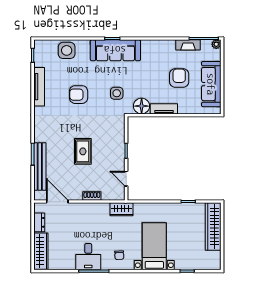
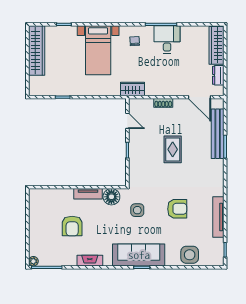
fireplace: (188, 45) -> (90, 261), moved
sofa: (211, 84) -> (39, 220), removed
wardrobe: (213, 227) -> (37, 51), moved

